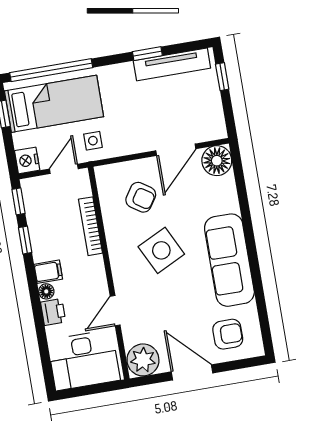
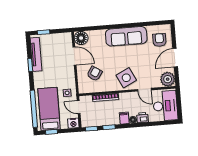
side table: (161, 250) -> (126, 78), moved

